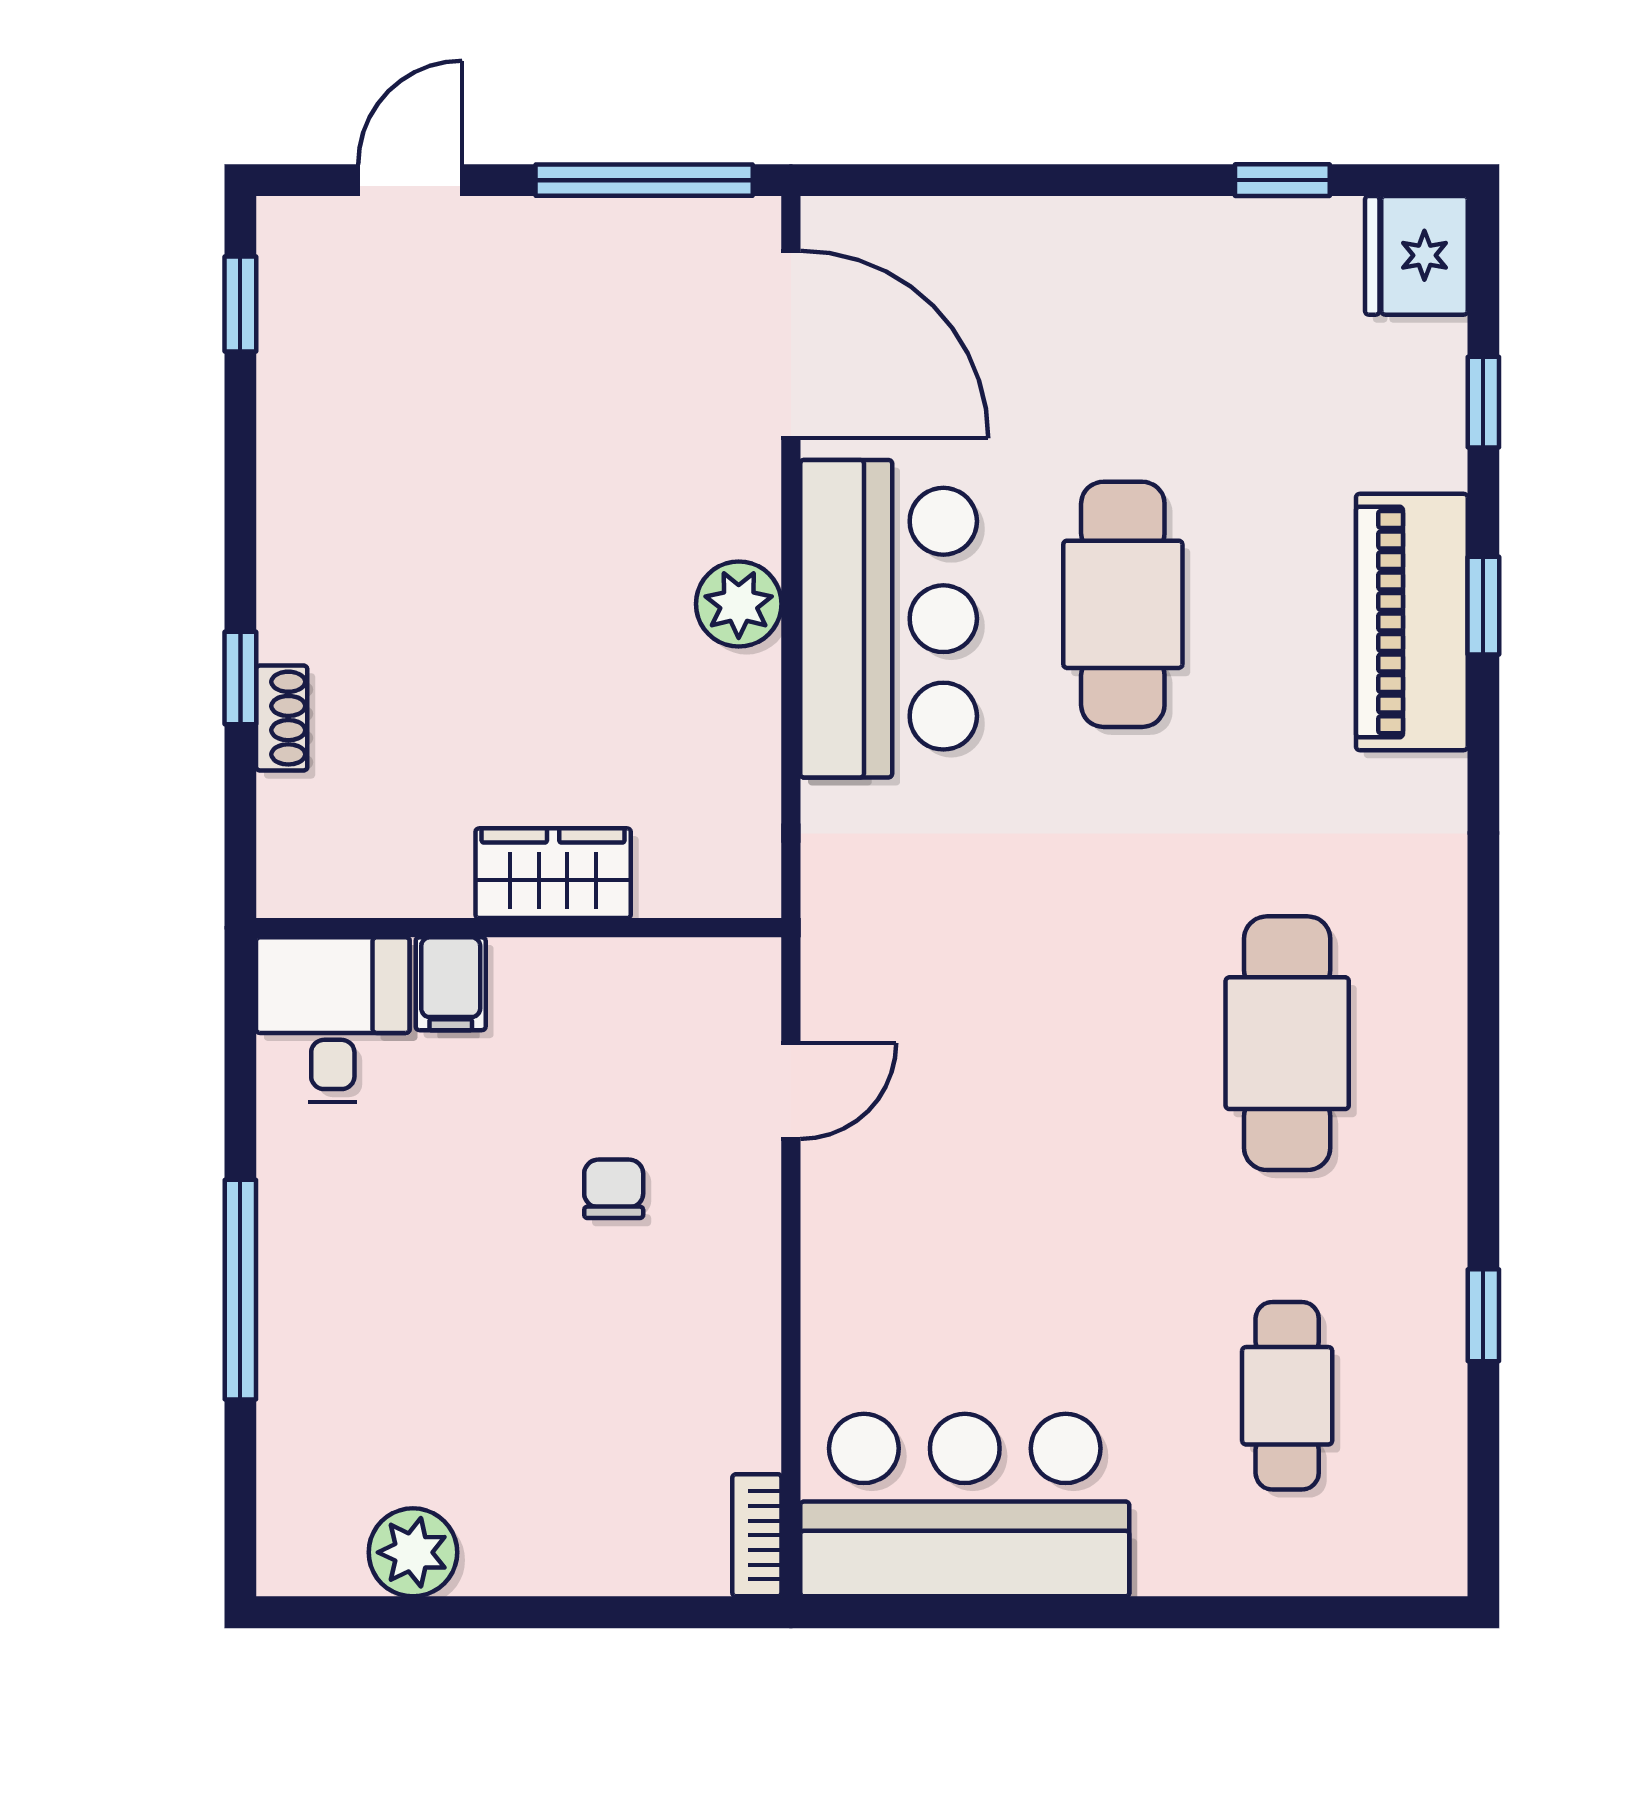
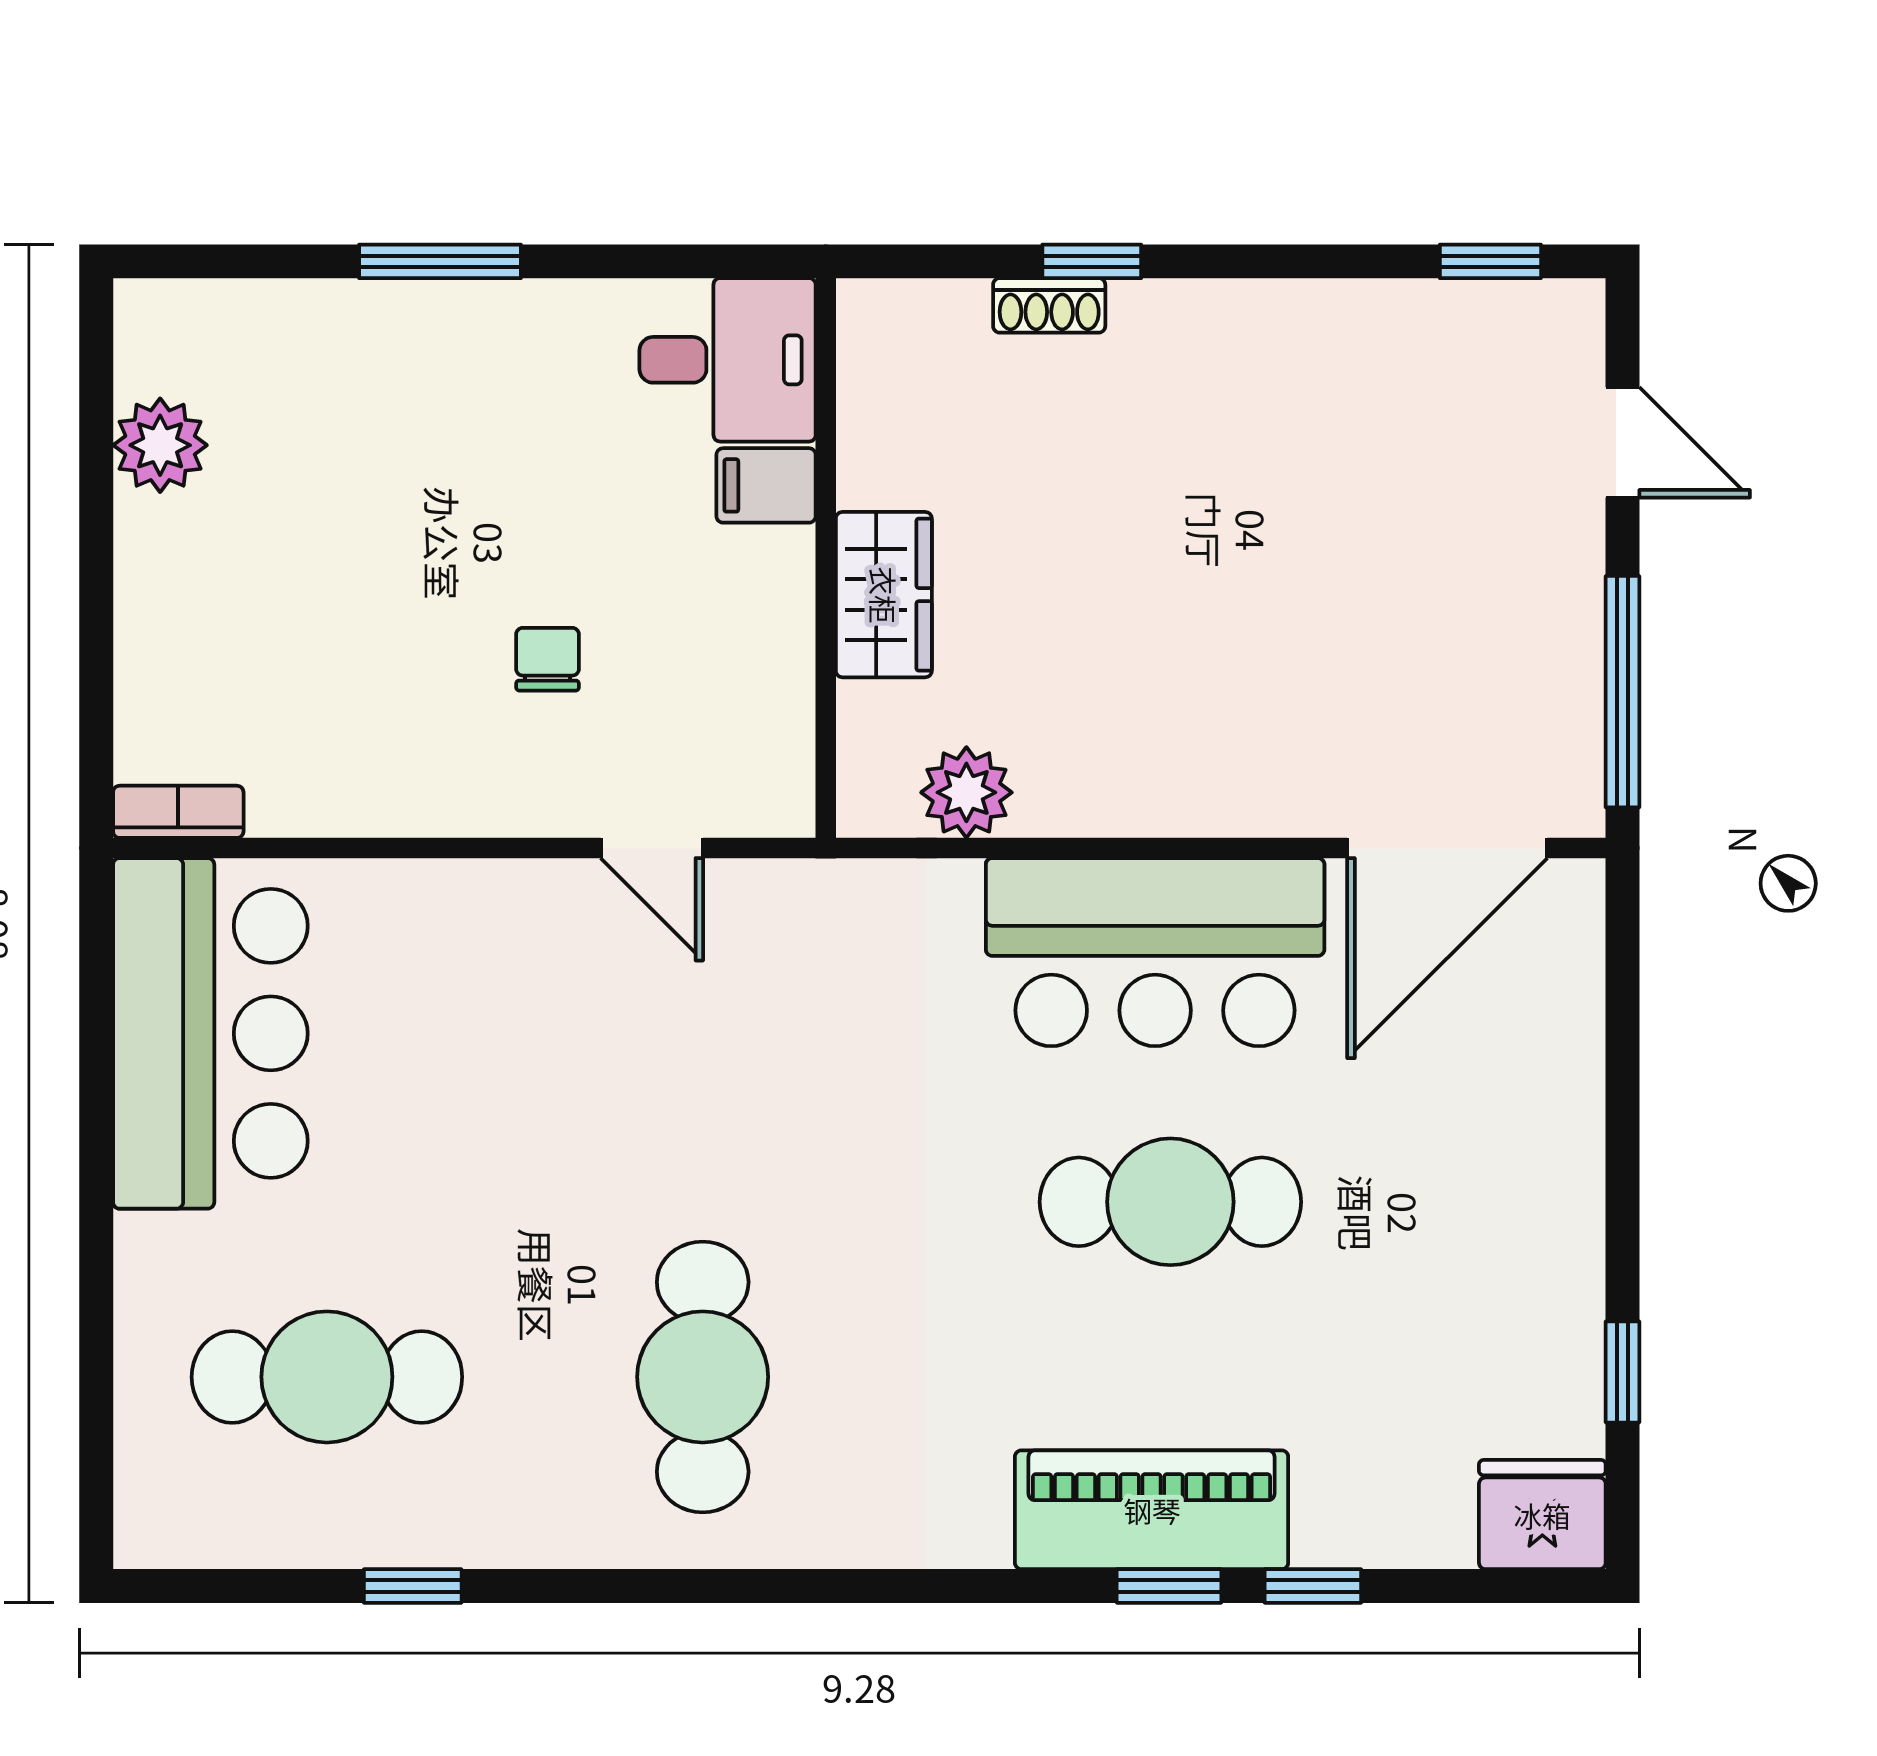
window: (1483, 402) -> (1313, 1586), moved
plant: (739, 604) -> (966, 792), moved
cafe table: (1287, 1043) -> (703, 1377), turned 90
chair: (614, 1189) -> (547, 659), turned -90
window: (240, 1290) -> (440, 261), width x0.69
cafe table: (1287, 1396) -> (327, 1377), width x1.37, depth x1.35

